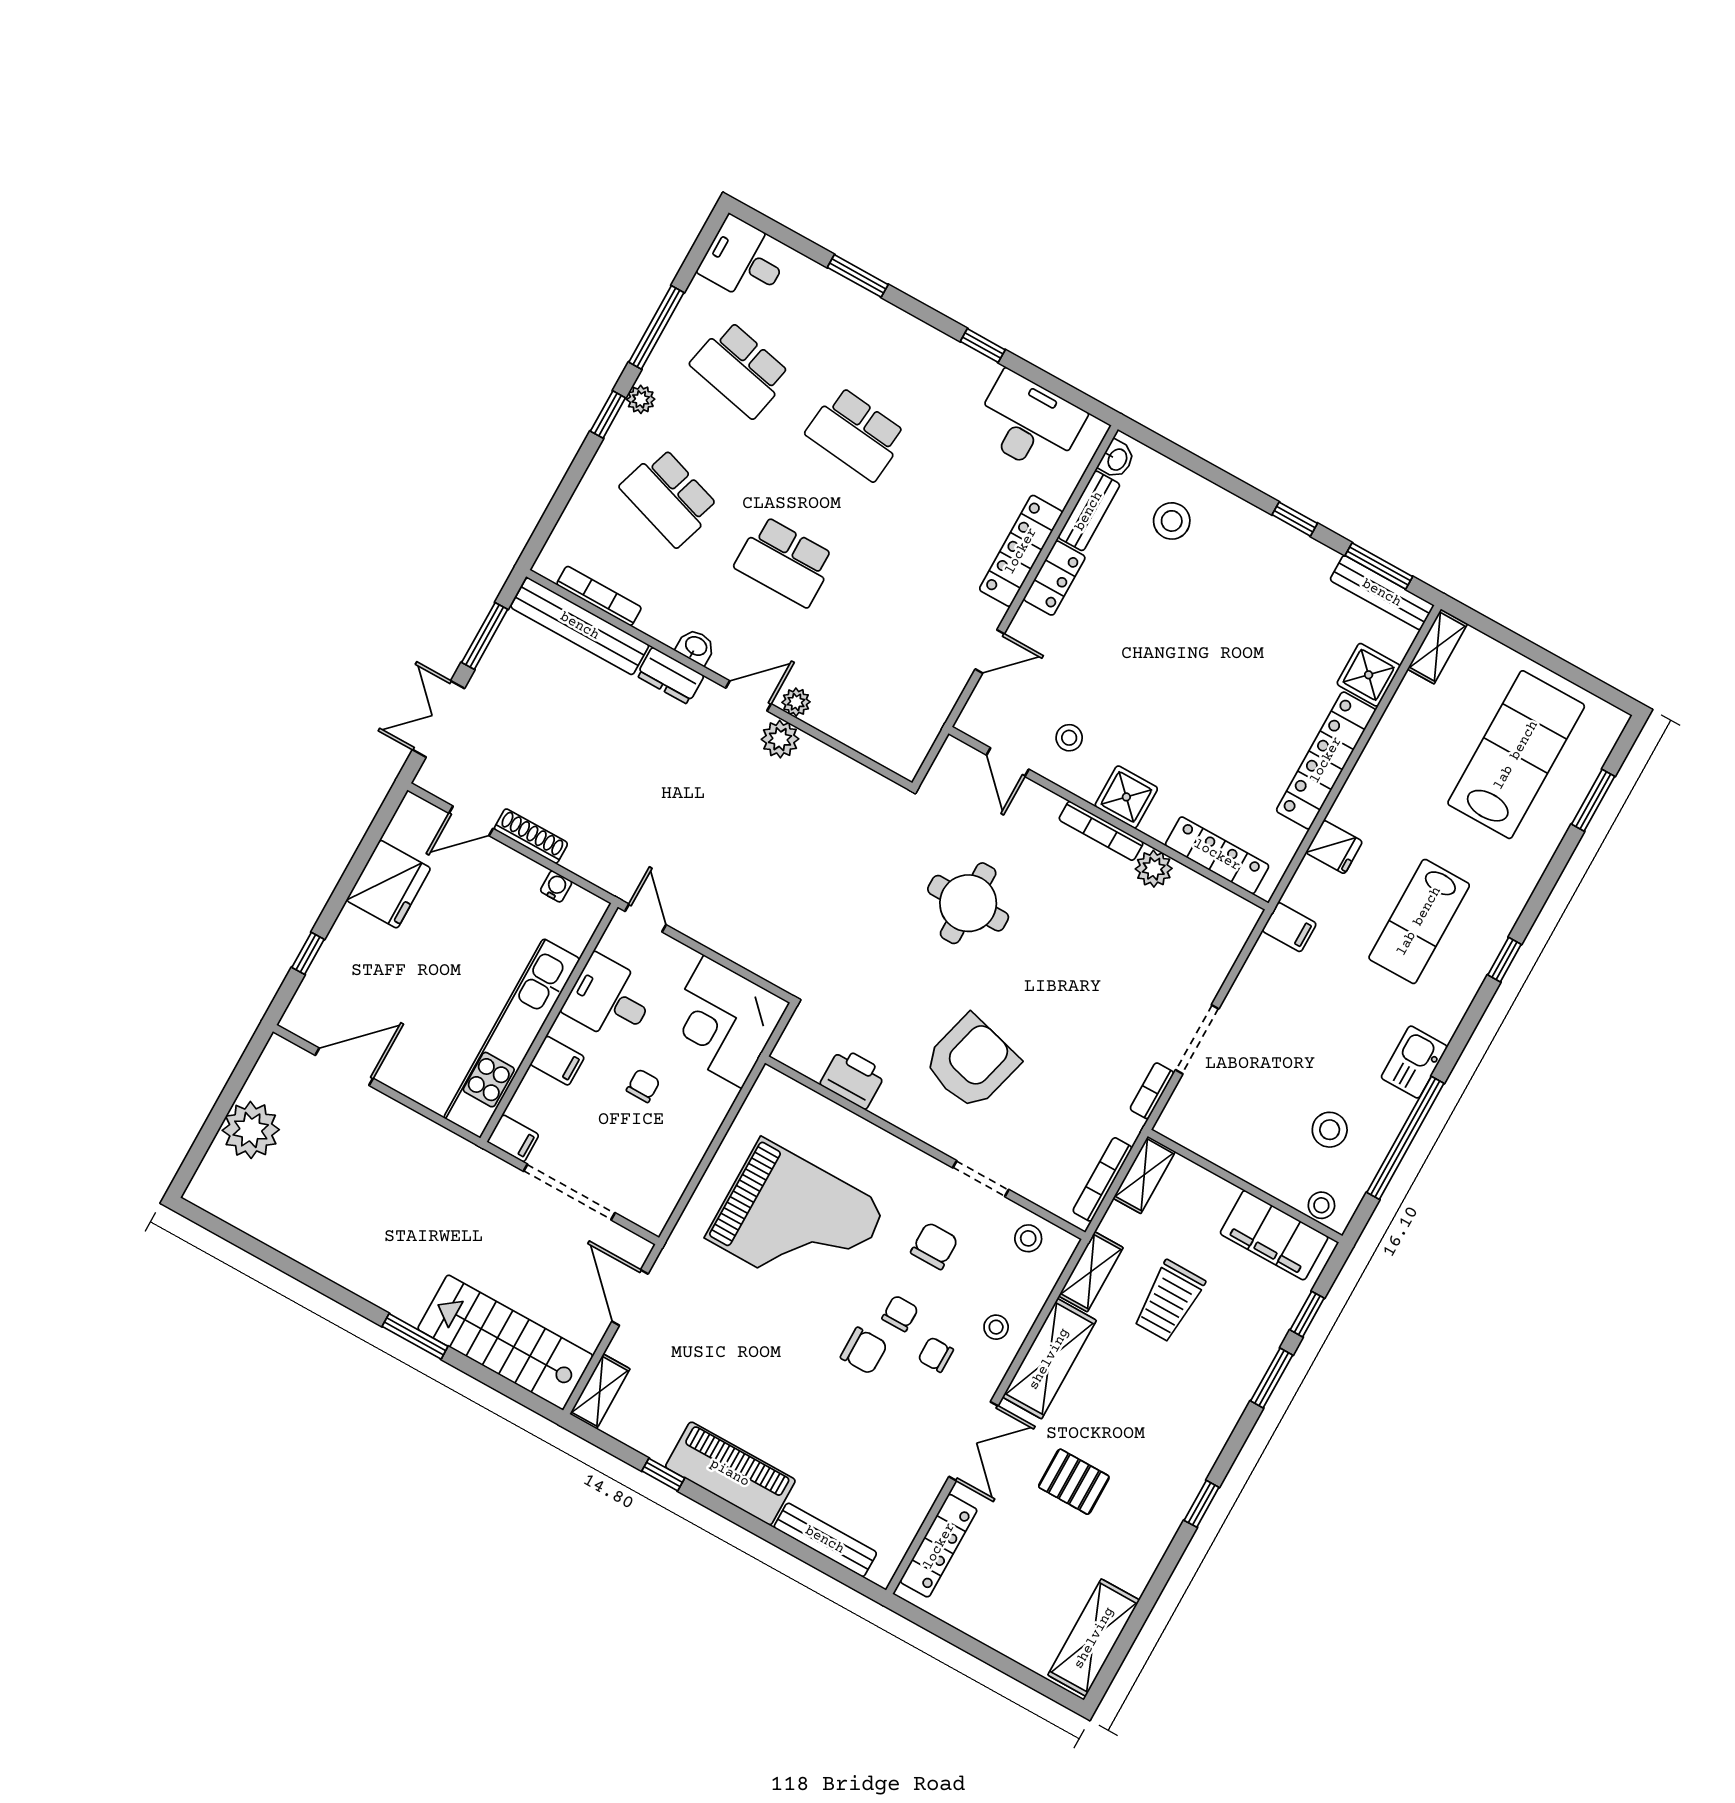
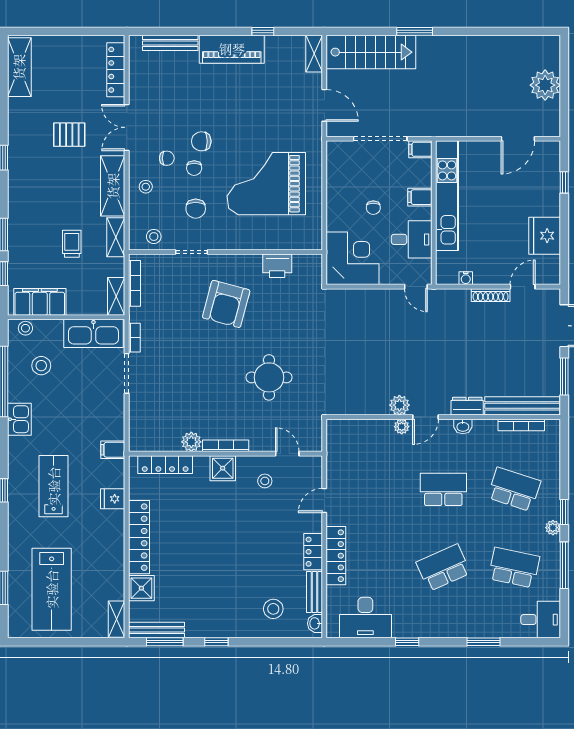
school desk: (856, 434) -> (443, 568), turned -30
kitchen sink: (1215, 1135) -> (93, 333), added
trolley: (1169, 1301) -> (72, 244), width x0.73, depth x0.72

